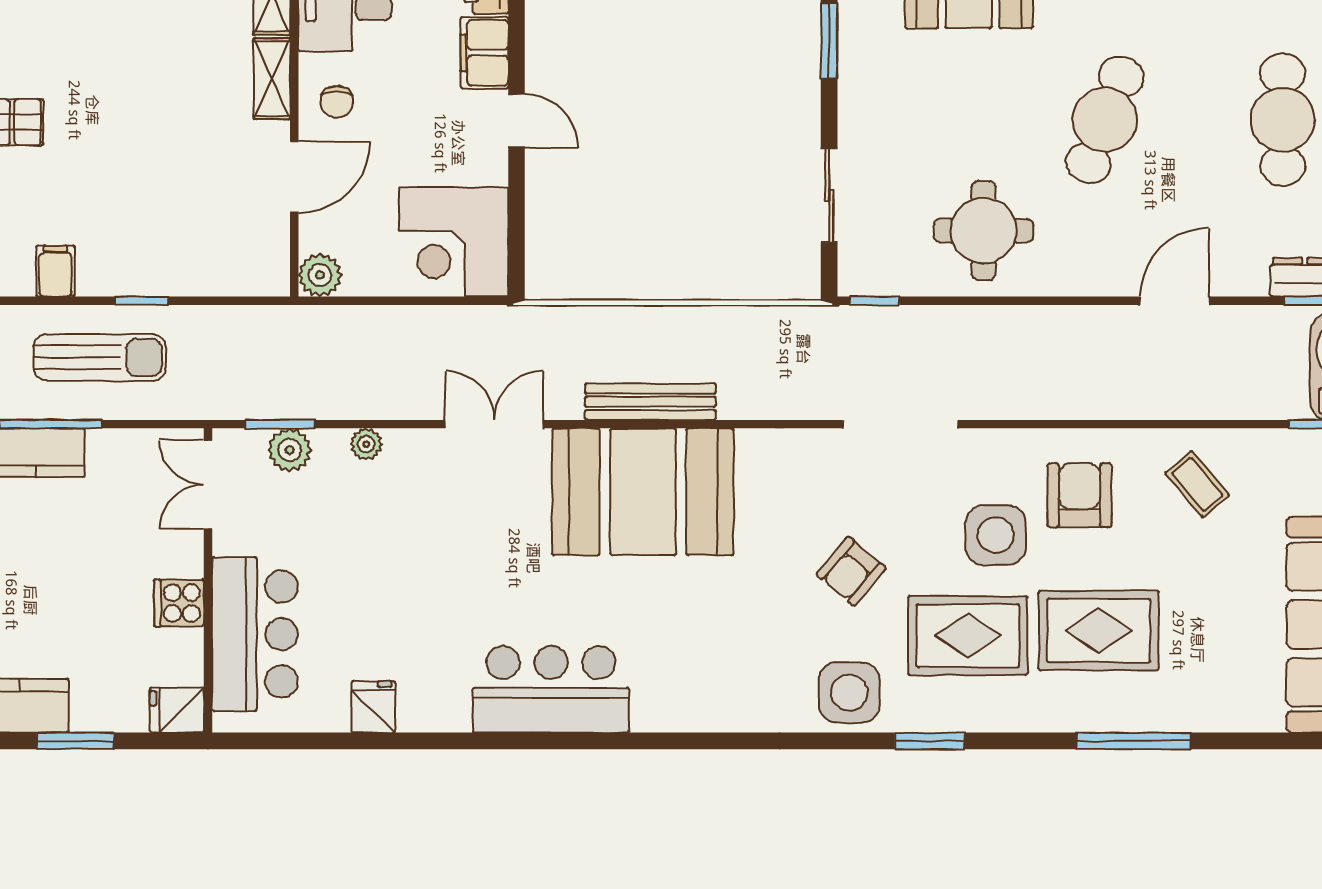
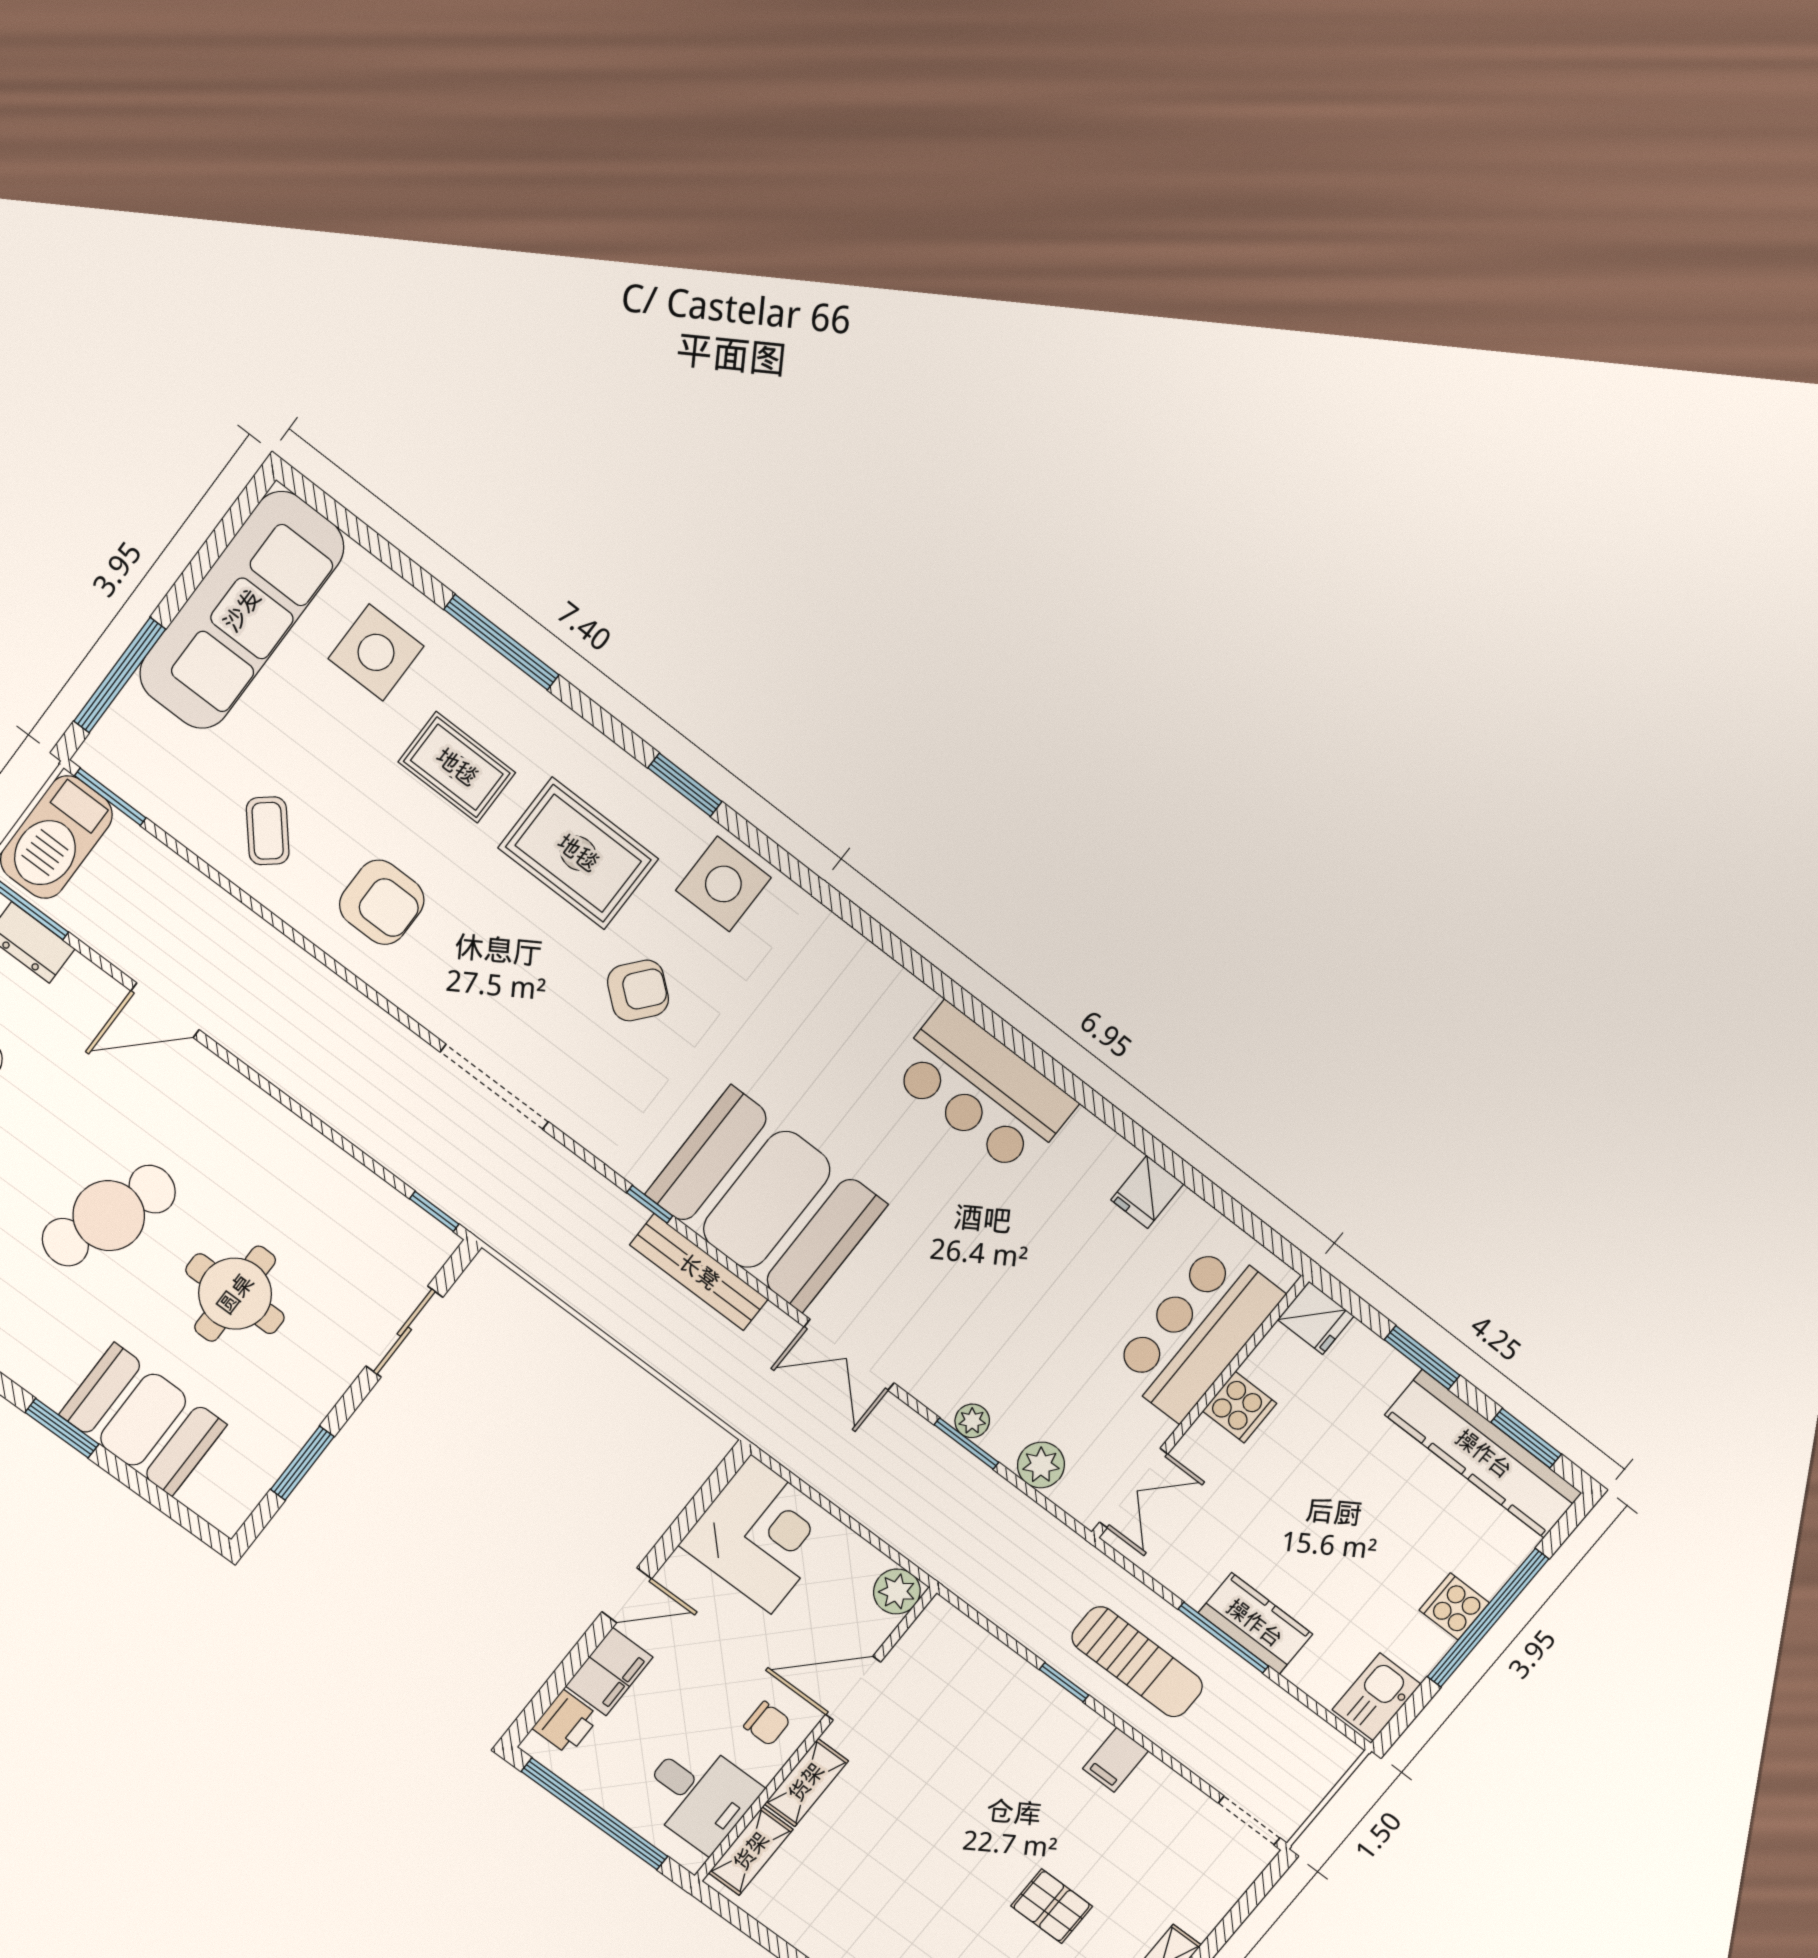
chair: (337, 102) -> (767, 1724), turned 90
door: (516, 121) -> (627, 1595), swing flipped
round table: (984, 231) -> (235, 1294), moved
sun lounger: (100, 357) -> (1137, 1662), turned 180
window: (280, 424) -> (966, 1444), moved
window: (724, 424) -> (650, 1204), added
armchair: (1080, 495) -> (382, 902), turned -90
side table: (996, 535) -> (376, 652), moved
rug: (1099, 630) -> (457, 767), width x0.73, depth x0.70

